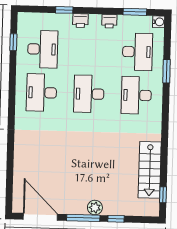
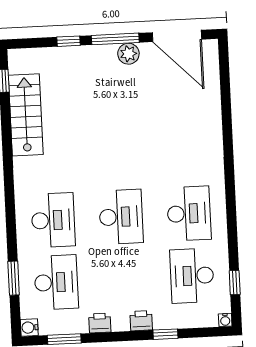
water cooler: (22, 17) -> (225, 320), added
desk: (138, 52) -> (56, 282), turned 180
window: (166, 71) -> (14, 278), moved
plant: (95, 208) -> (128, 54), moved

